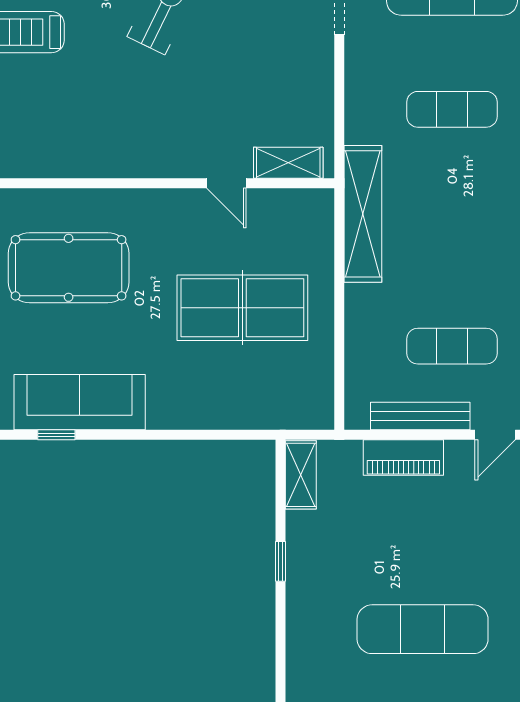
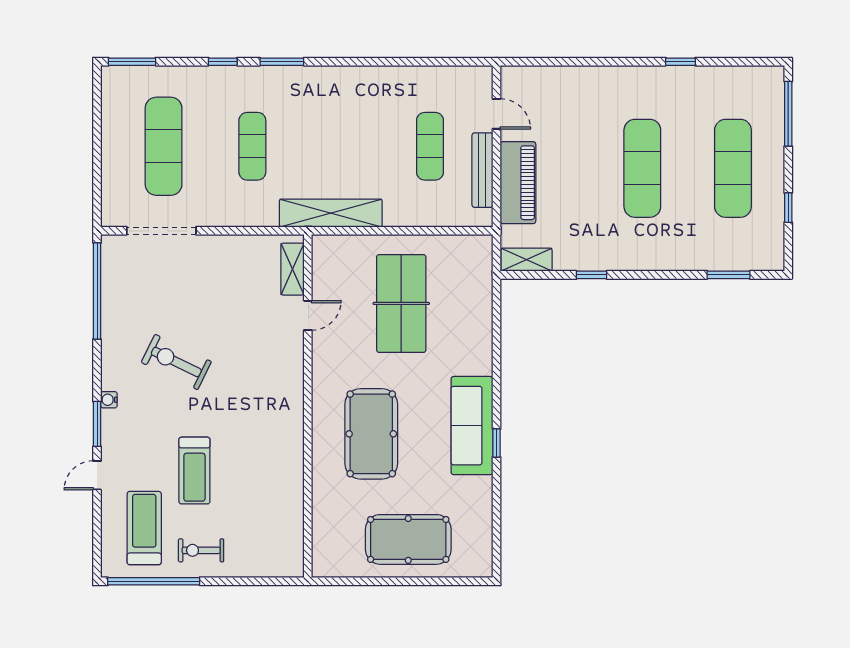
piano: (403, 458) -> (518, 183), width x1.37, depth x1.33

